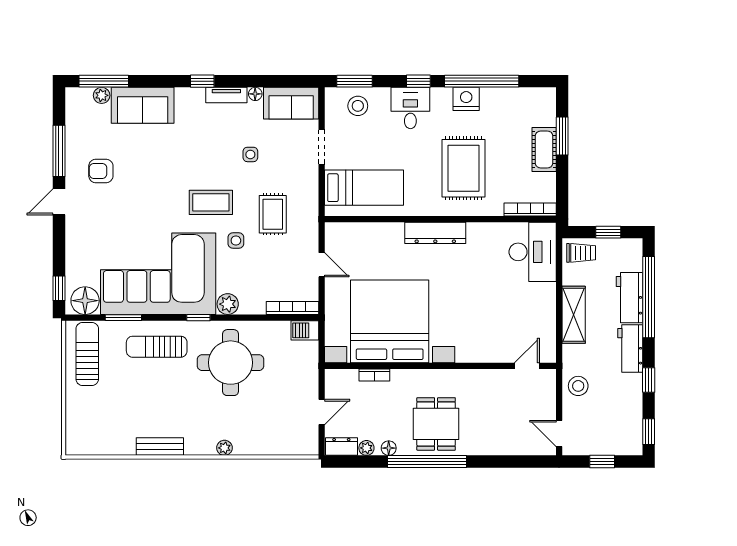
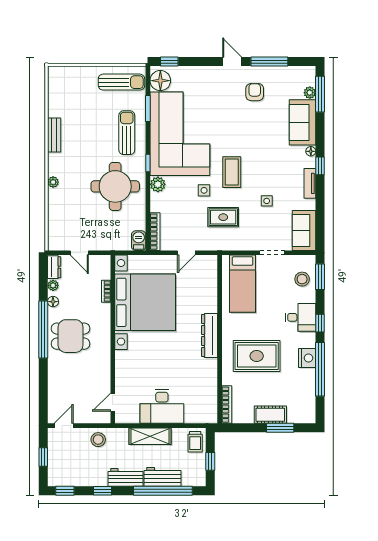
floor lamp: (255, 94) -> (311, 151), moved
desk: (533, 252) -> (162, 406), moved
door: (527, 366) -> (113, 402), swing flipped

